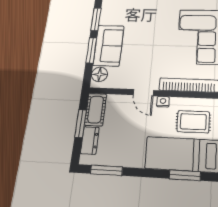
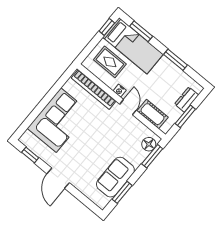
sofa: (109, 46) -> (115, 177), moved
window: (91, 50) -> (152, 156), moved
cot: (96, 109) -> (153, 114), moved, turned 90
window: (107, 170) -> (175, 60), moved

